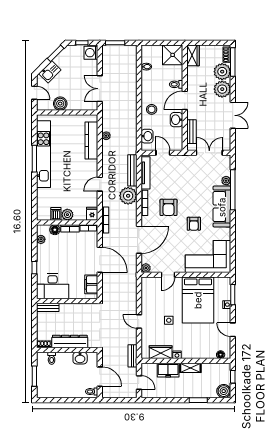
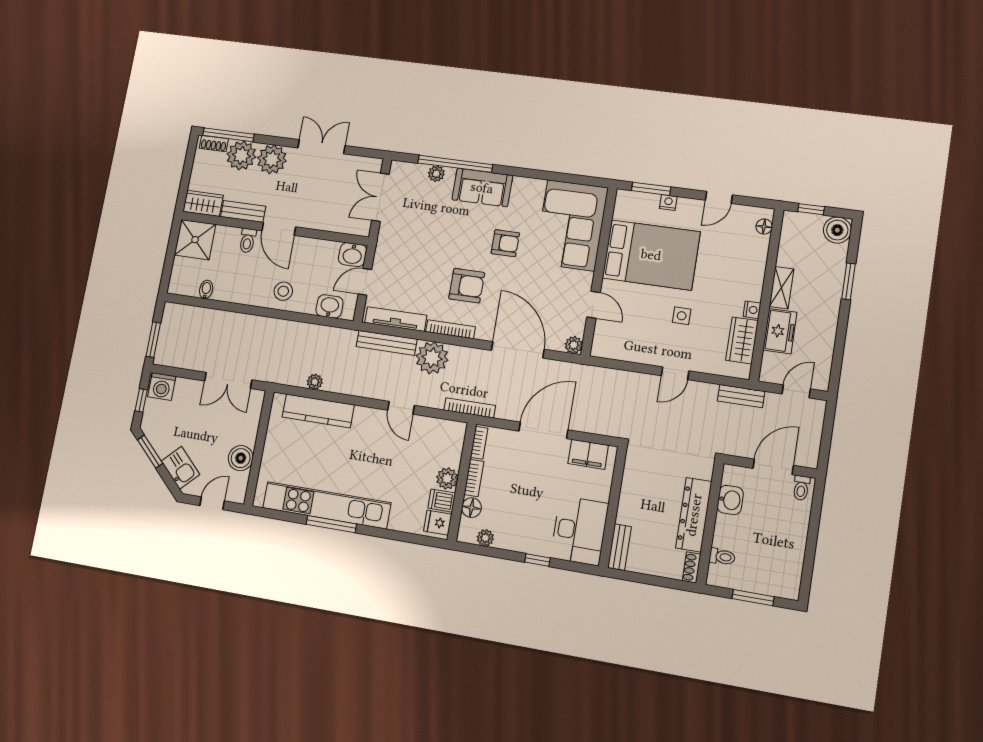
washbasin: (176, 120) -> (352, 255), moved
bench: (192, 132) -> (243, 211), moved
sofa: (222, 207) -> (482, 188), width x0.73
fridge: (92, 214) -> (438, 523), moved

